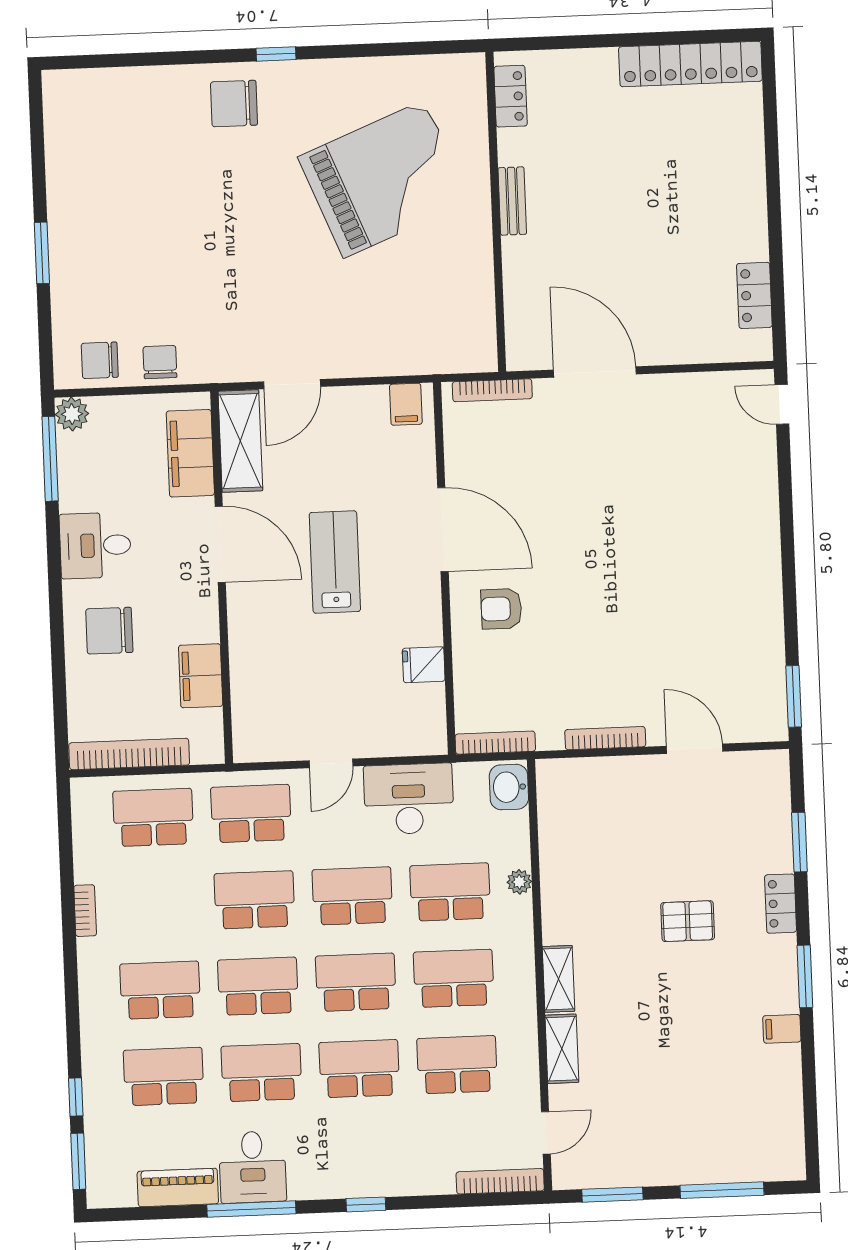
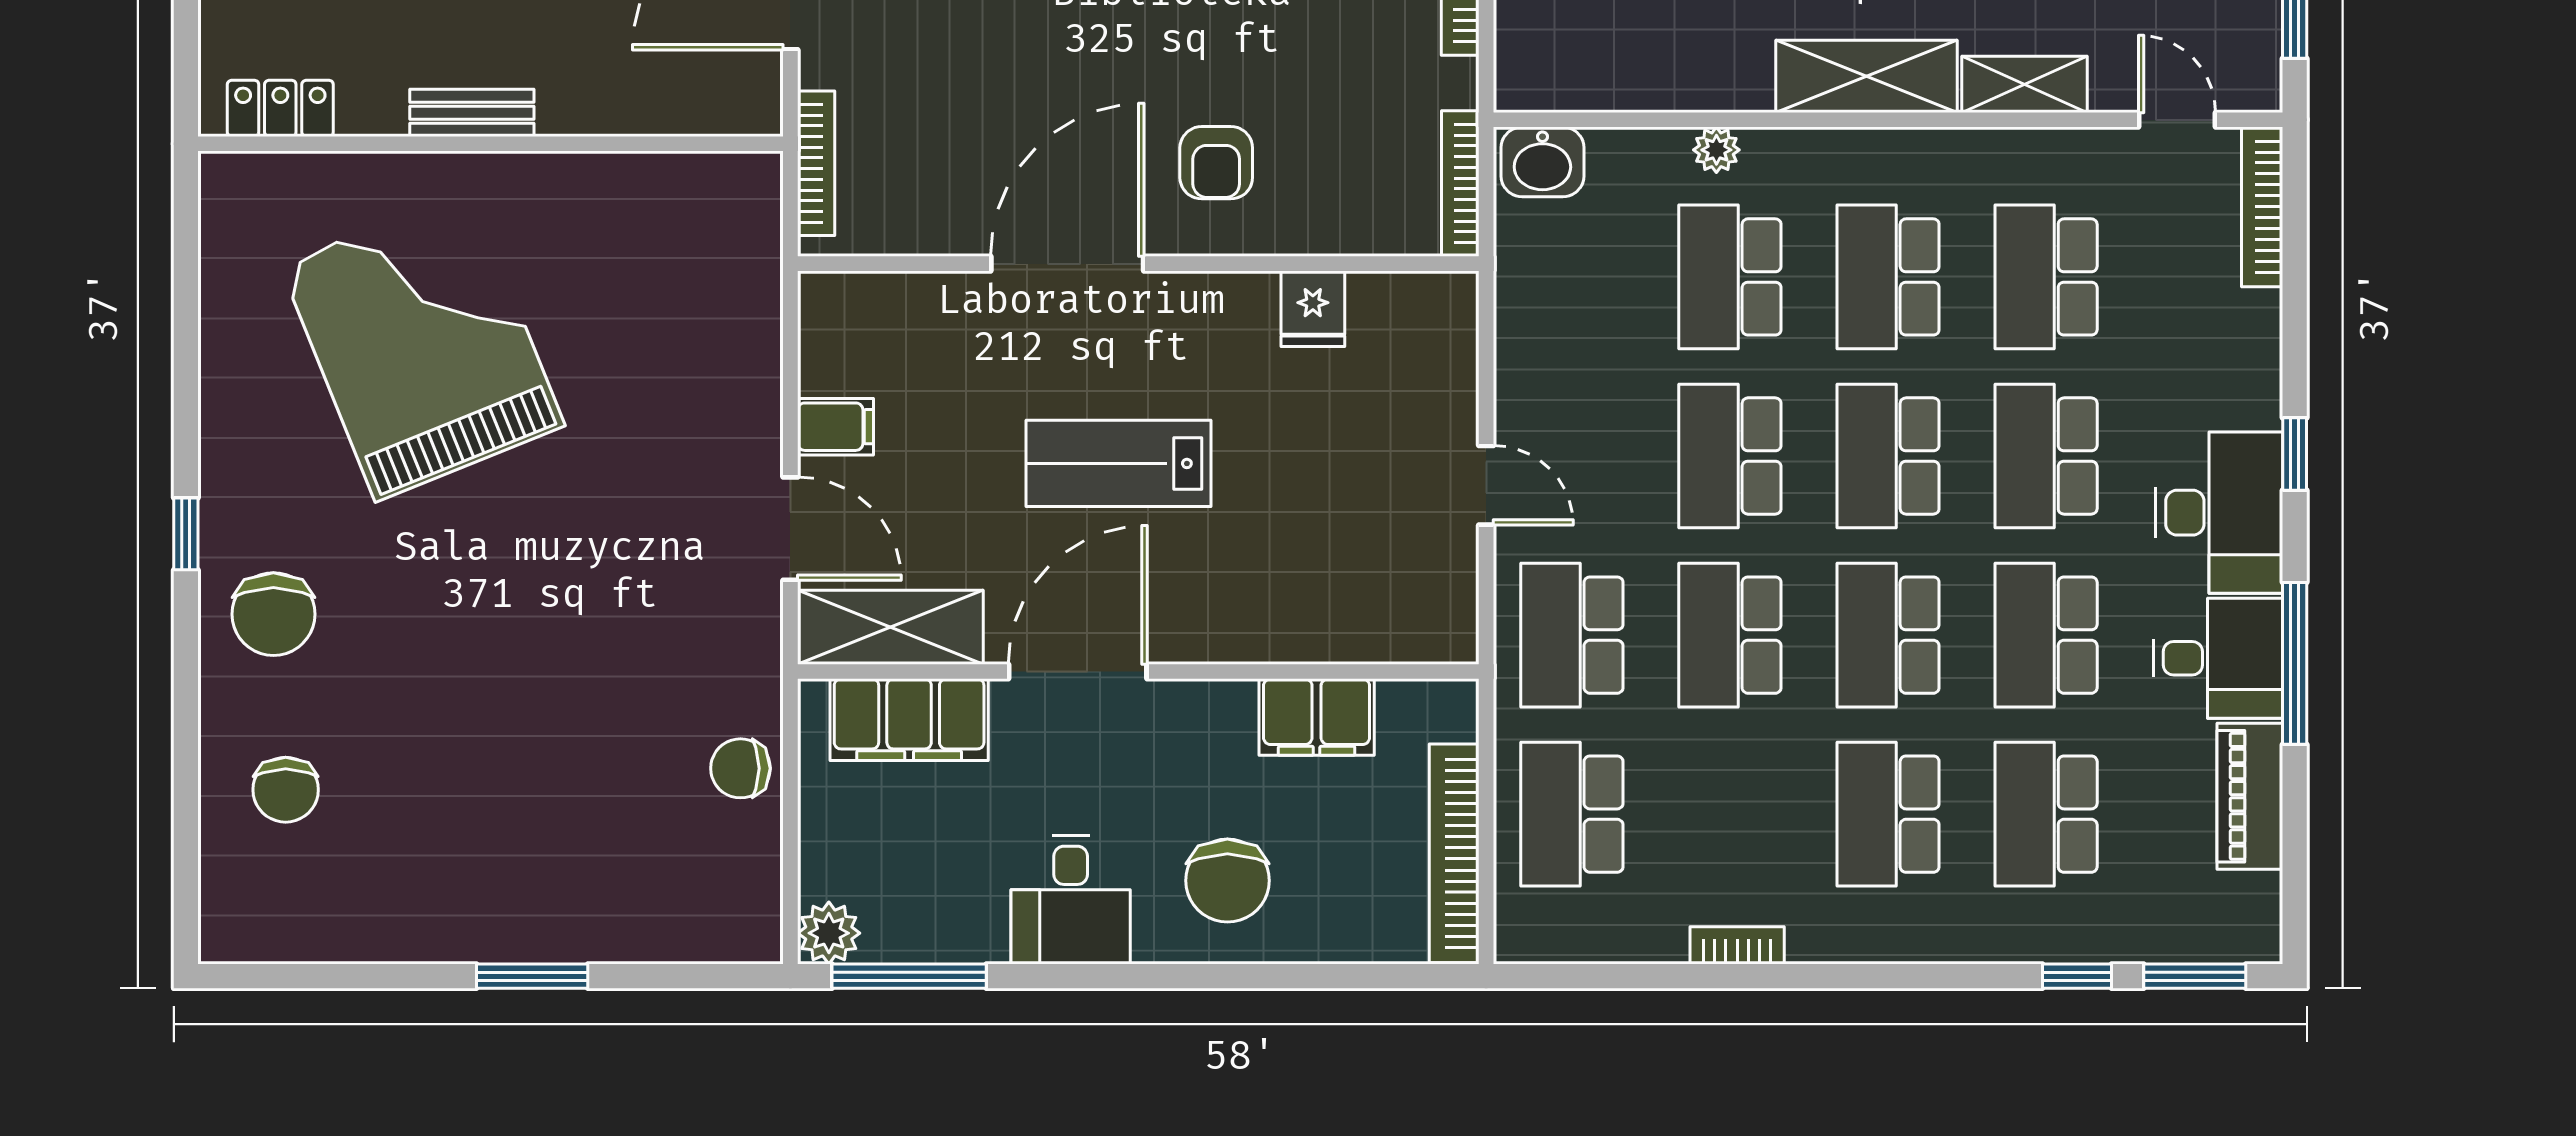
chair: (100, 360) -> (286, 790), moved
filing cabinet: (406, 404) -> (836, 427), moved
desk: (409, 799) -> (2219, 513), moved, turned 180
shelving: (559, 979) -> (1866, 76), width x1.50, depth x1.33

